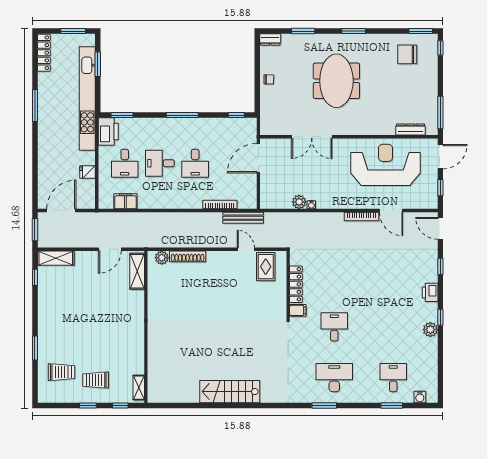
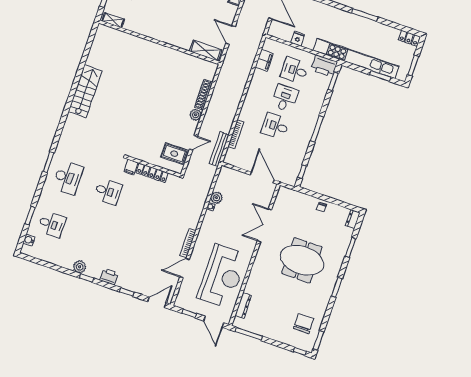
locker: (44, 53) -> (409, 38), width x0.66
plant: (162, 258) -> (196, 115), moved

